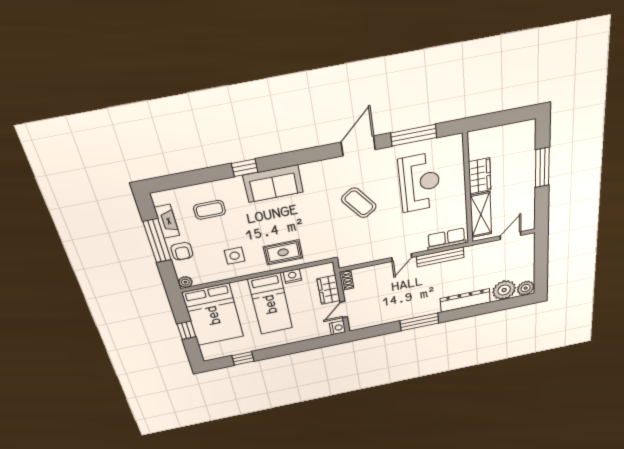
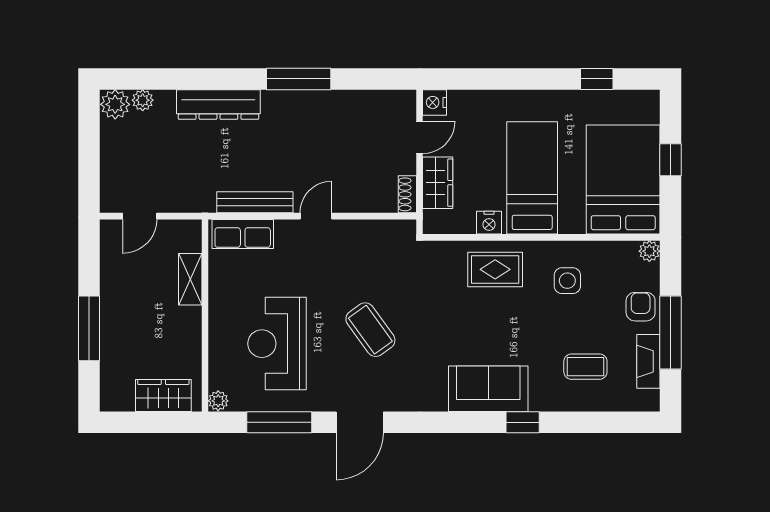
plant: (456, 141) -> (218, 401), added
wardrobe: (480, 176) -> (163, 395), moved, turned 90
shelving: (481, 215) -> (190, 279), width x0.67, depth x0.75
plant: (504, 290) -> (143, 100), width x0.53, depth x0.53

